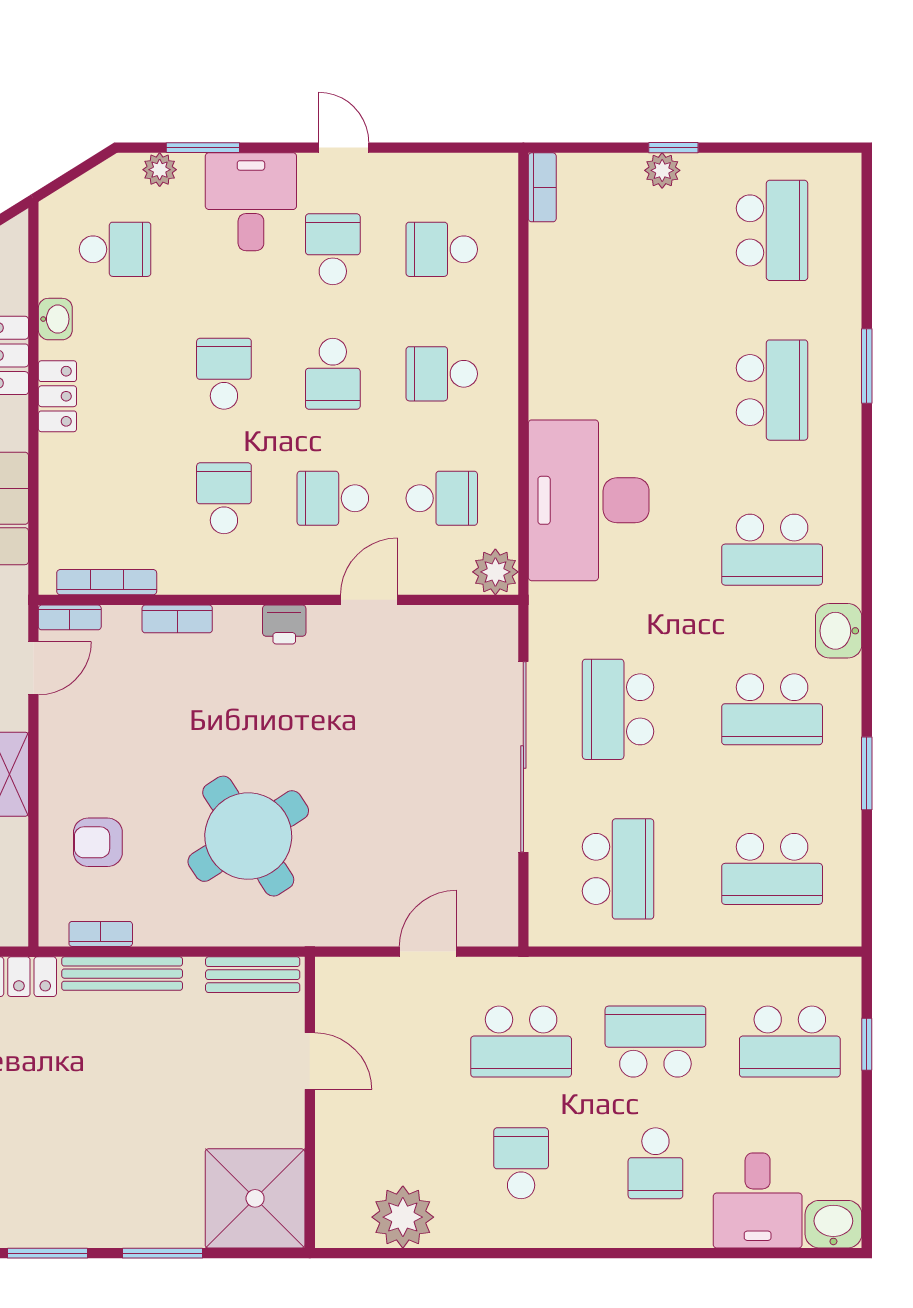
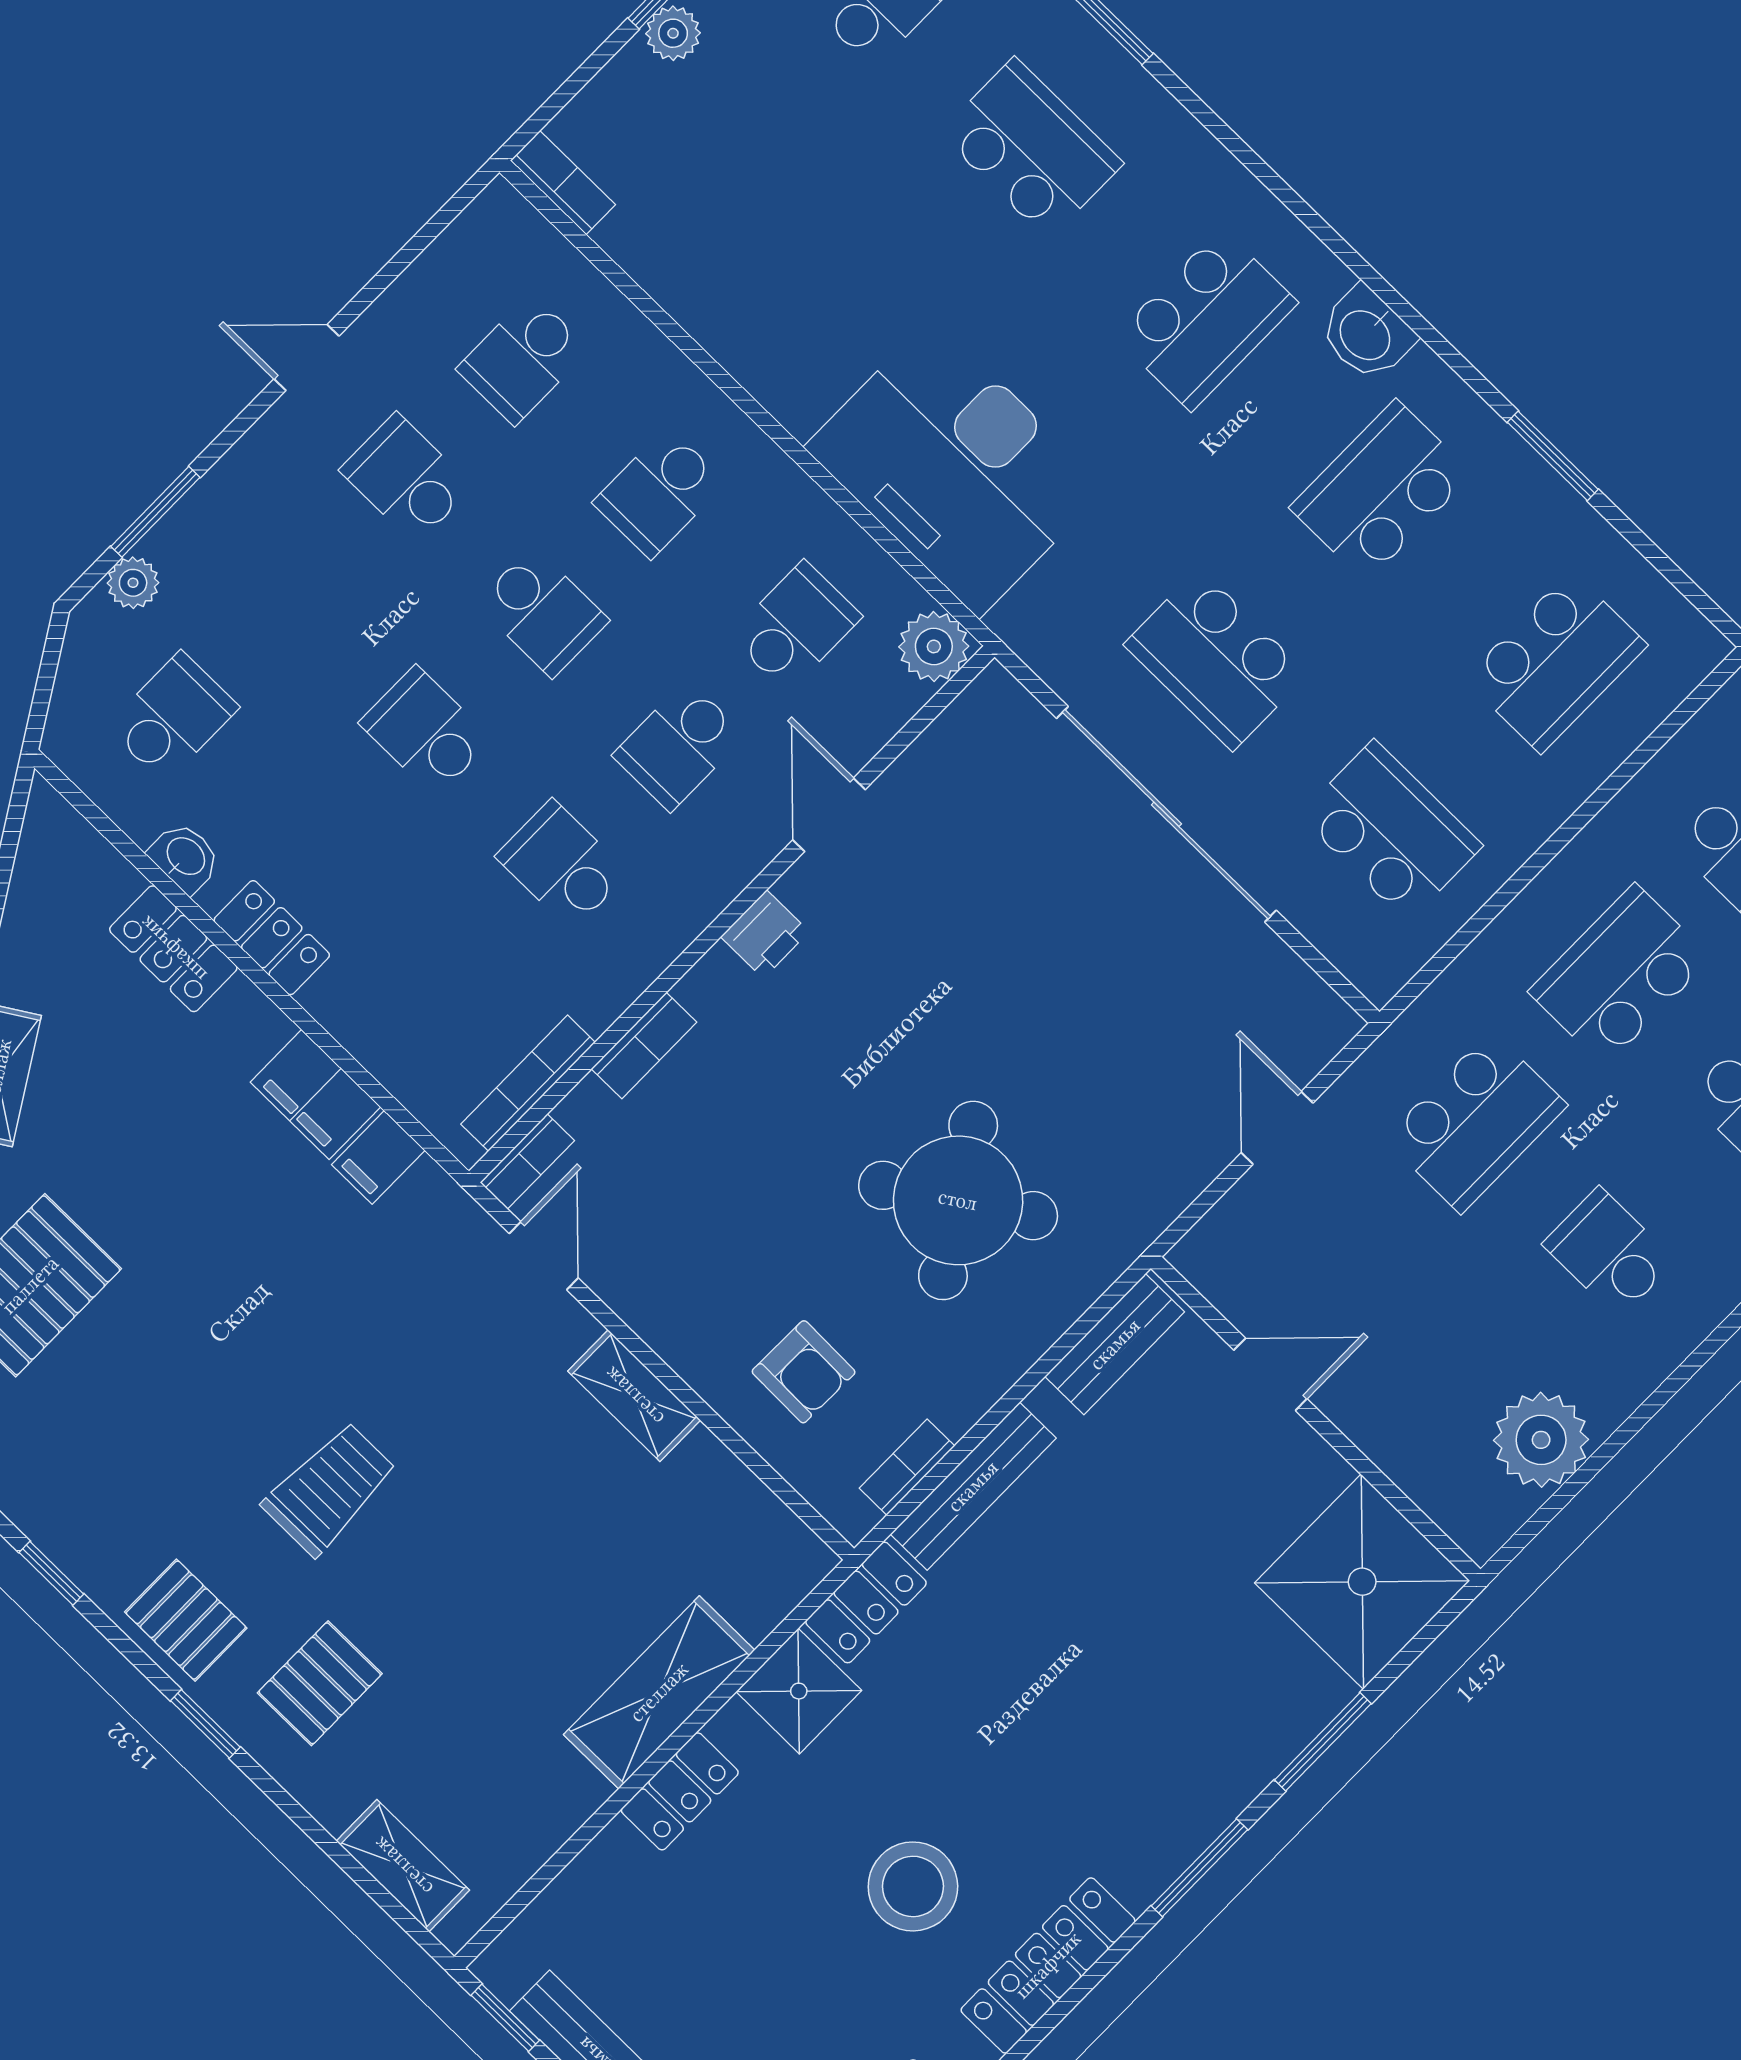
desk: (251, 202) -> (266, 517), removed
school desk: (772, 709) -> (1381, 491), turned 180
armchair: (98, 842) -> (804, 1372), turned -89

